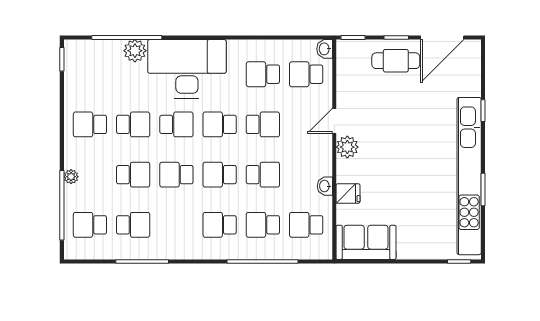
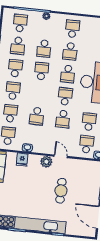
cafe table: (396, 61) -> (61, 191), moved
school desk: (220, 175) -> (15, 68), moved

